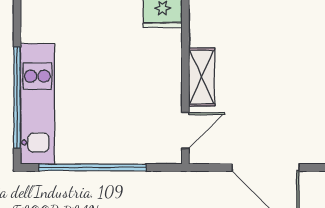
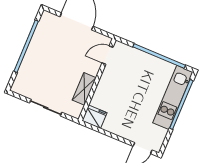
shelving: (202, 77) -> (84, 89), moved

